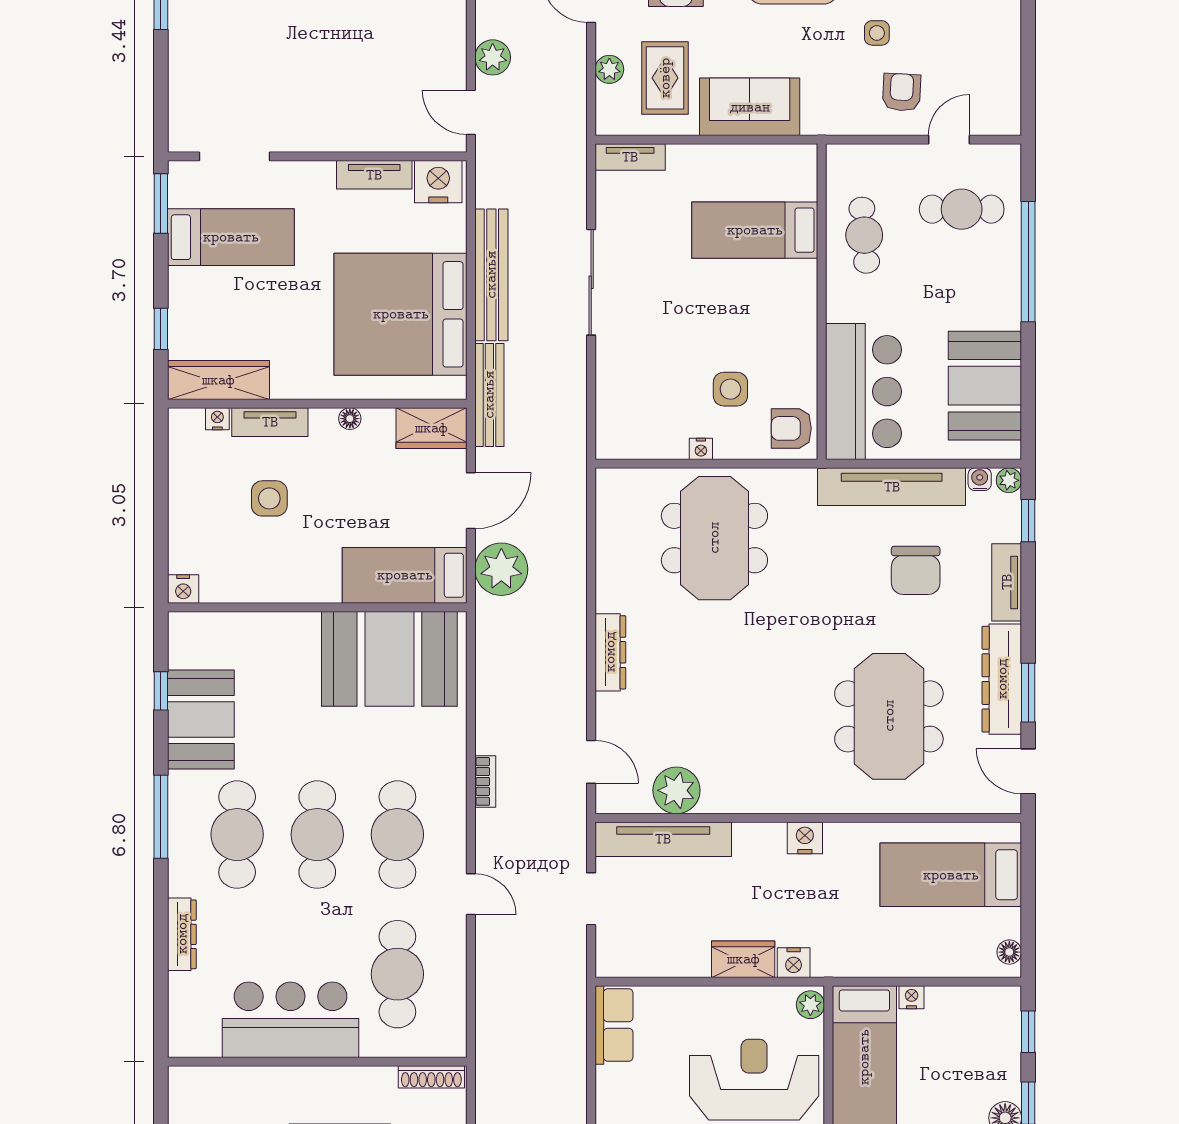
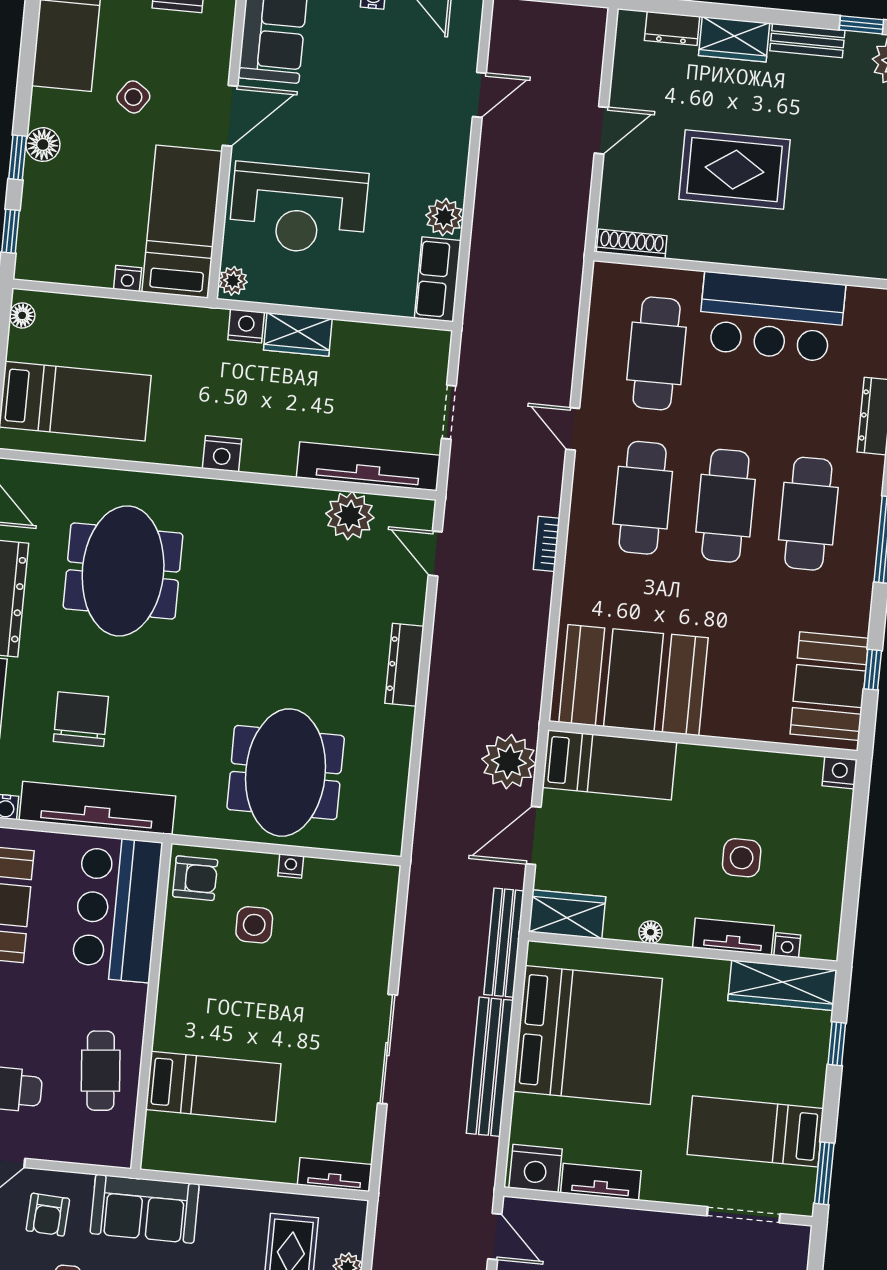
sofa: (750, 107) -> (145, 1209), moved
booth: (201, 720) -> (829, 686), moved
plant: (613, 1085) -> (444, 217), added

